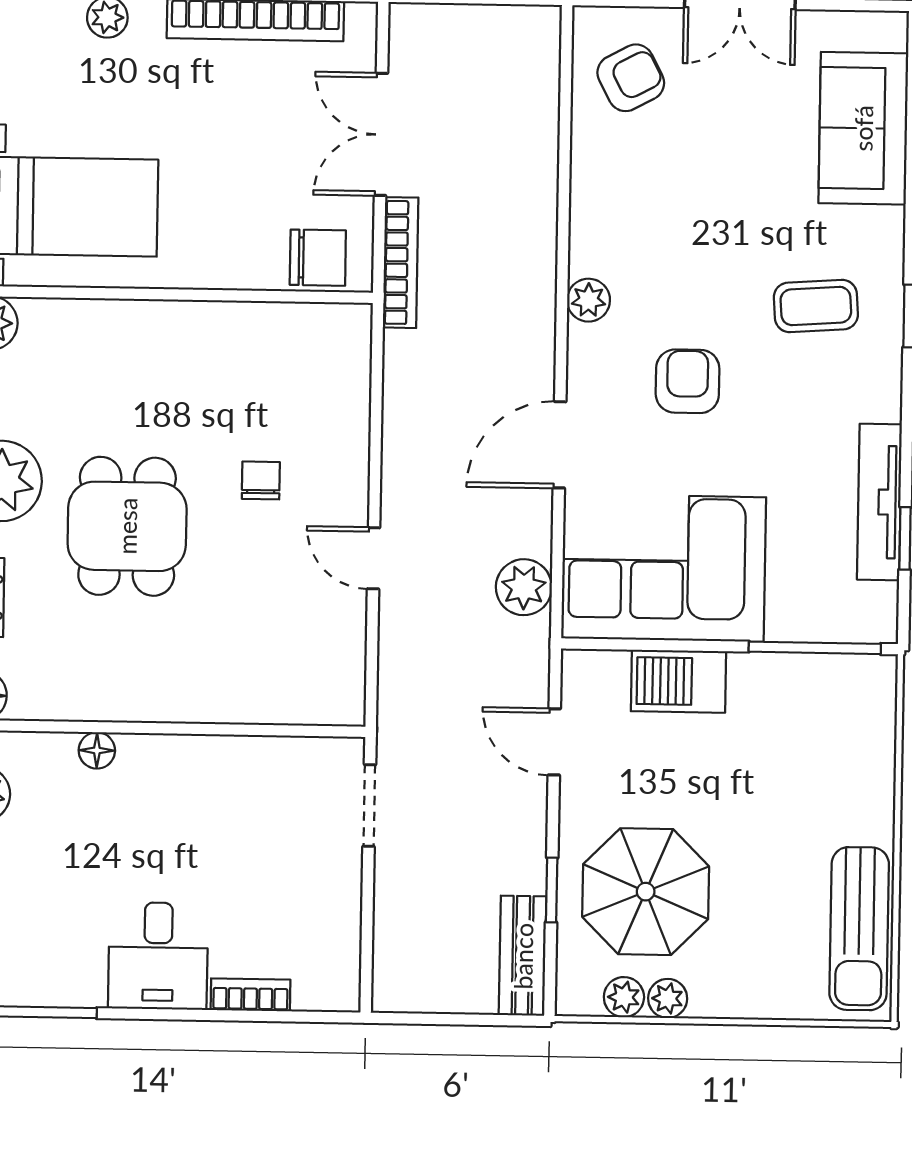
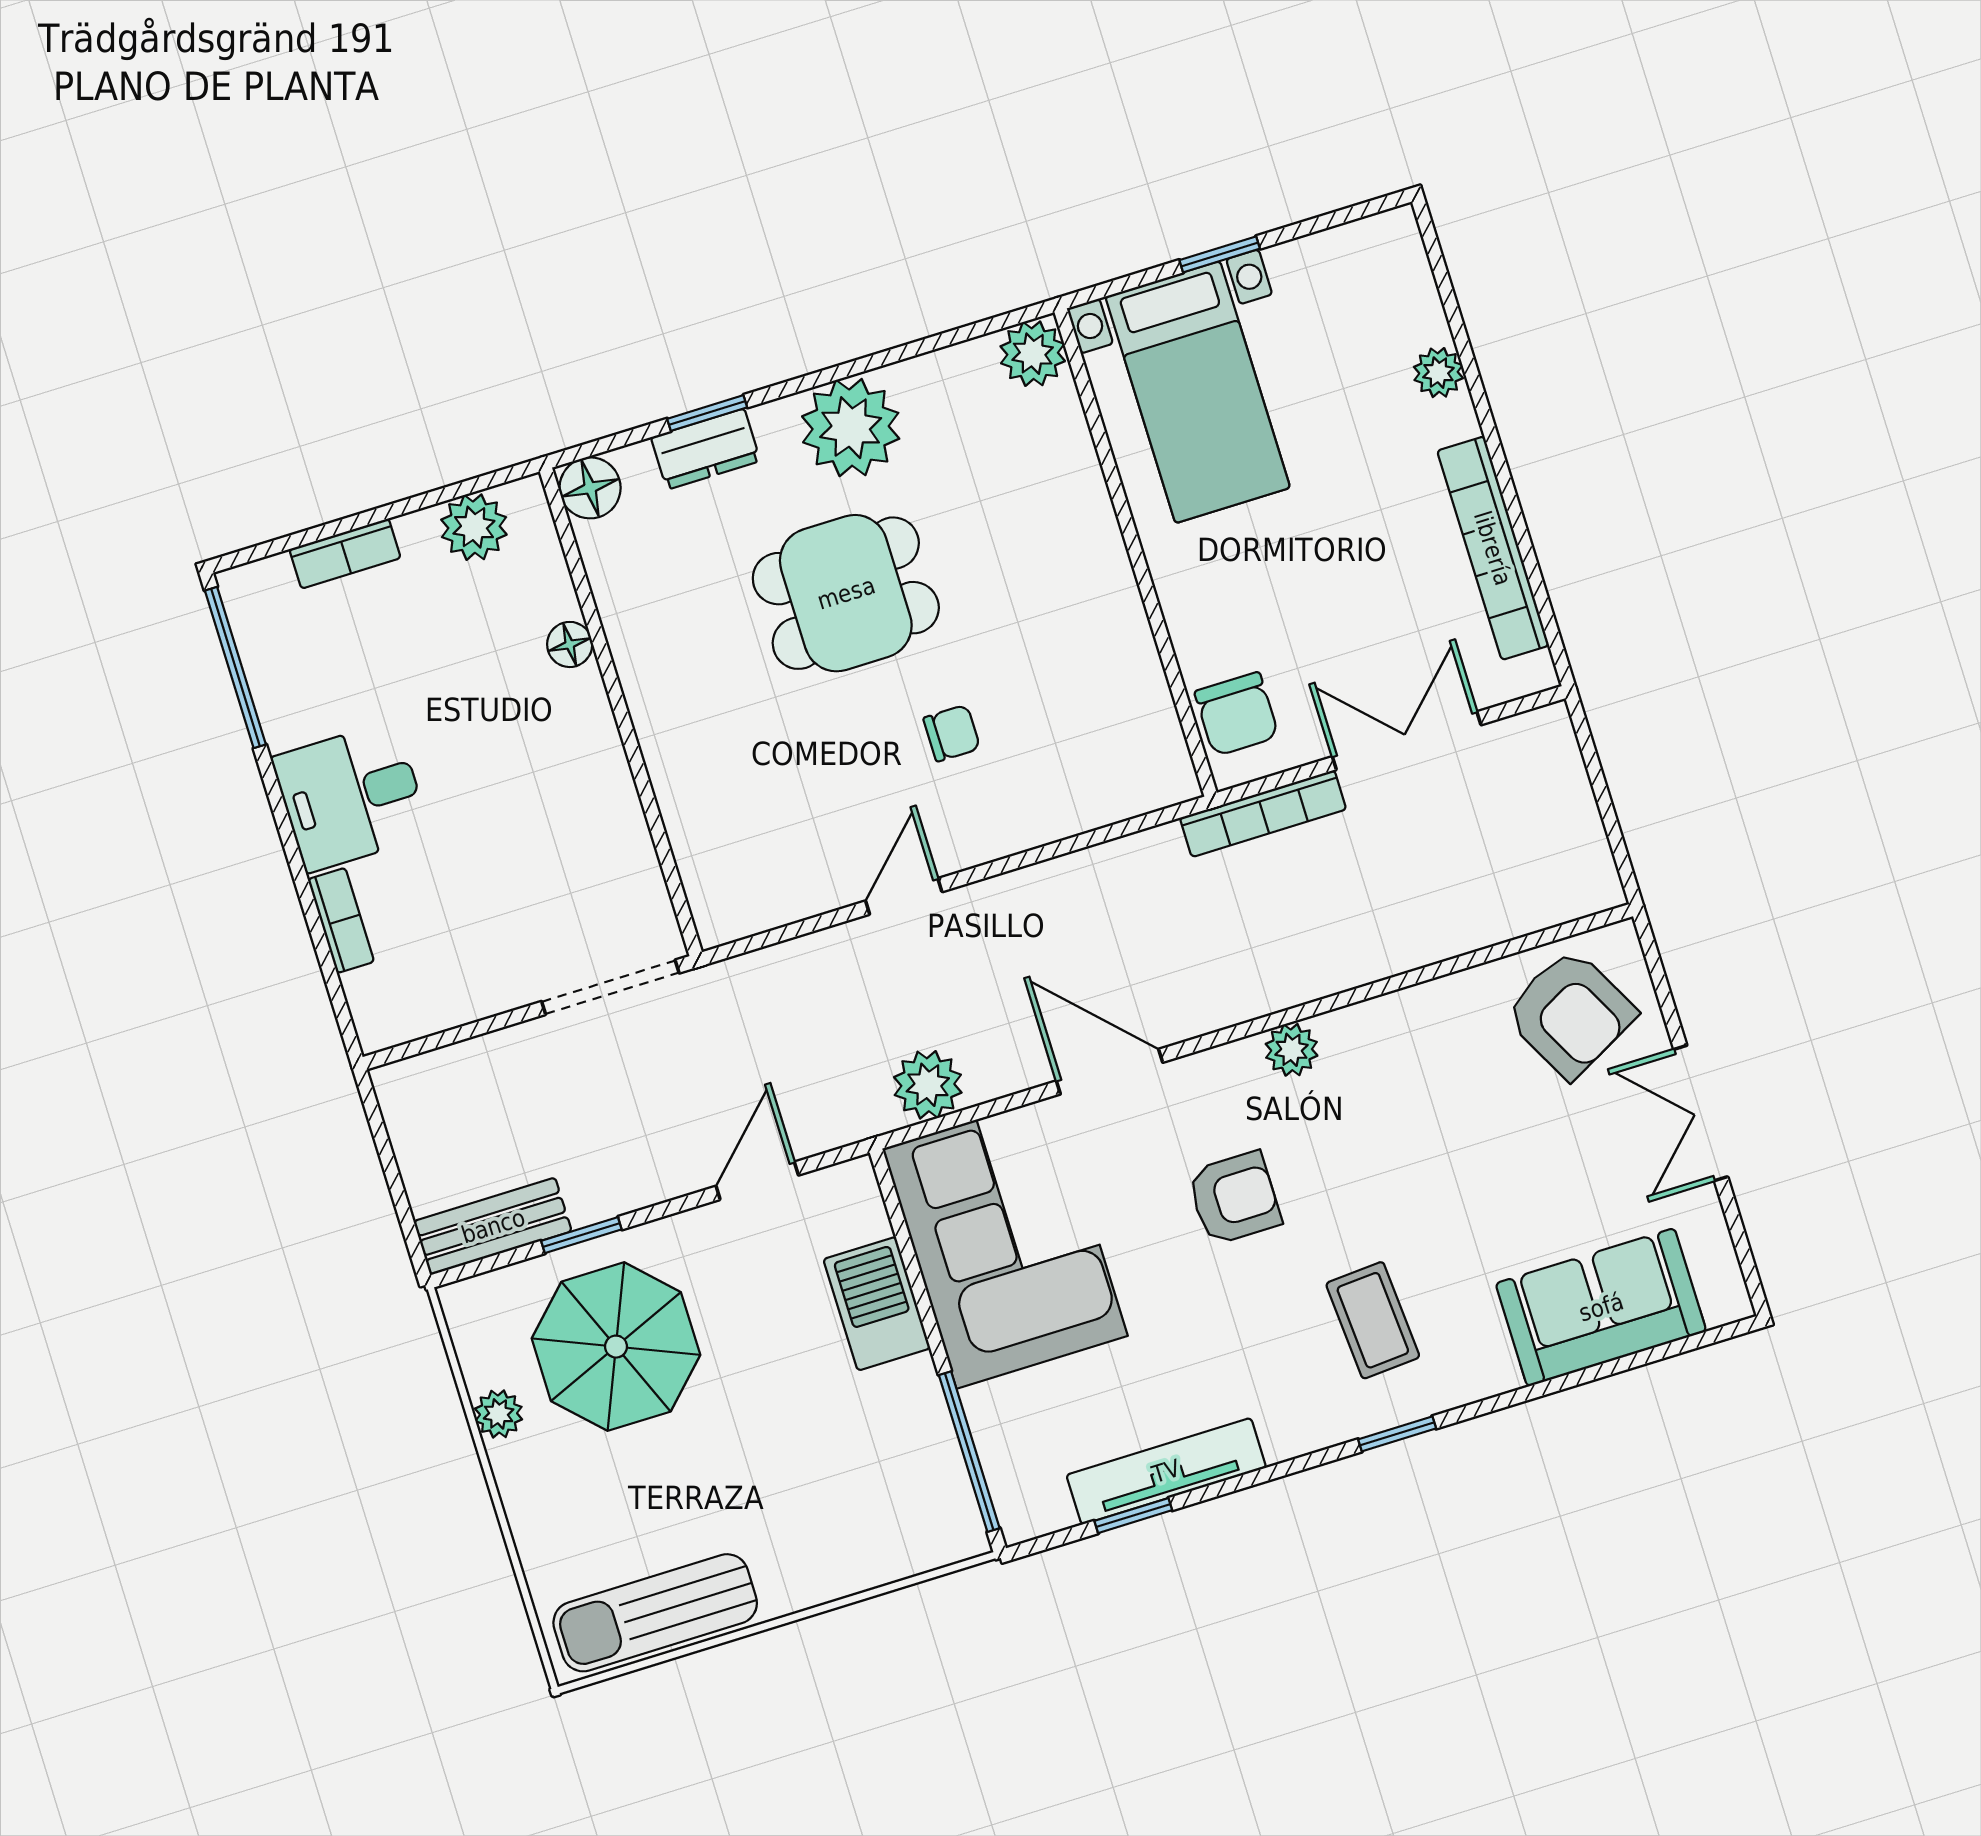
armchair: (631, 78) -> (1570, 1013), width x1.38, depth x1.38
doorway: (369, 806) -> (610, 987), width x1.38
plant: (624, 997) -> (483, 1362), removed

